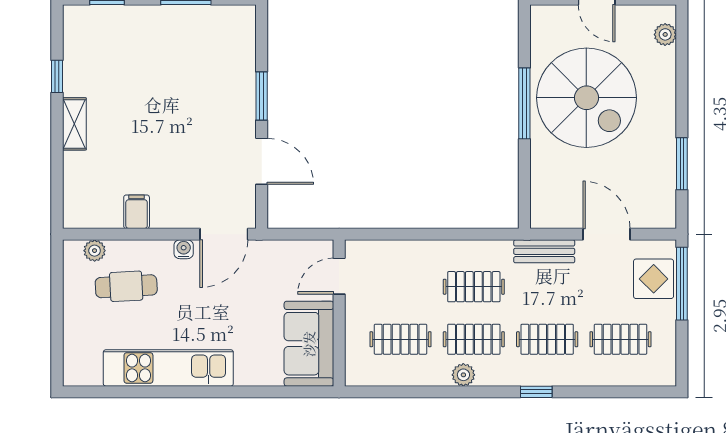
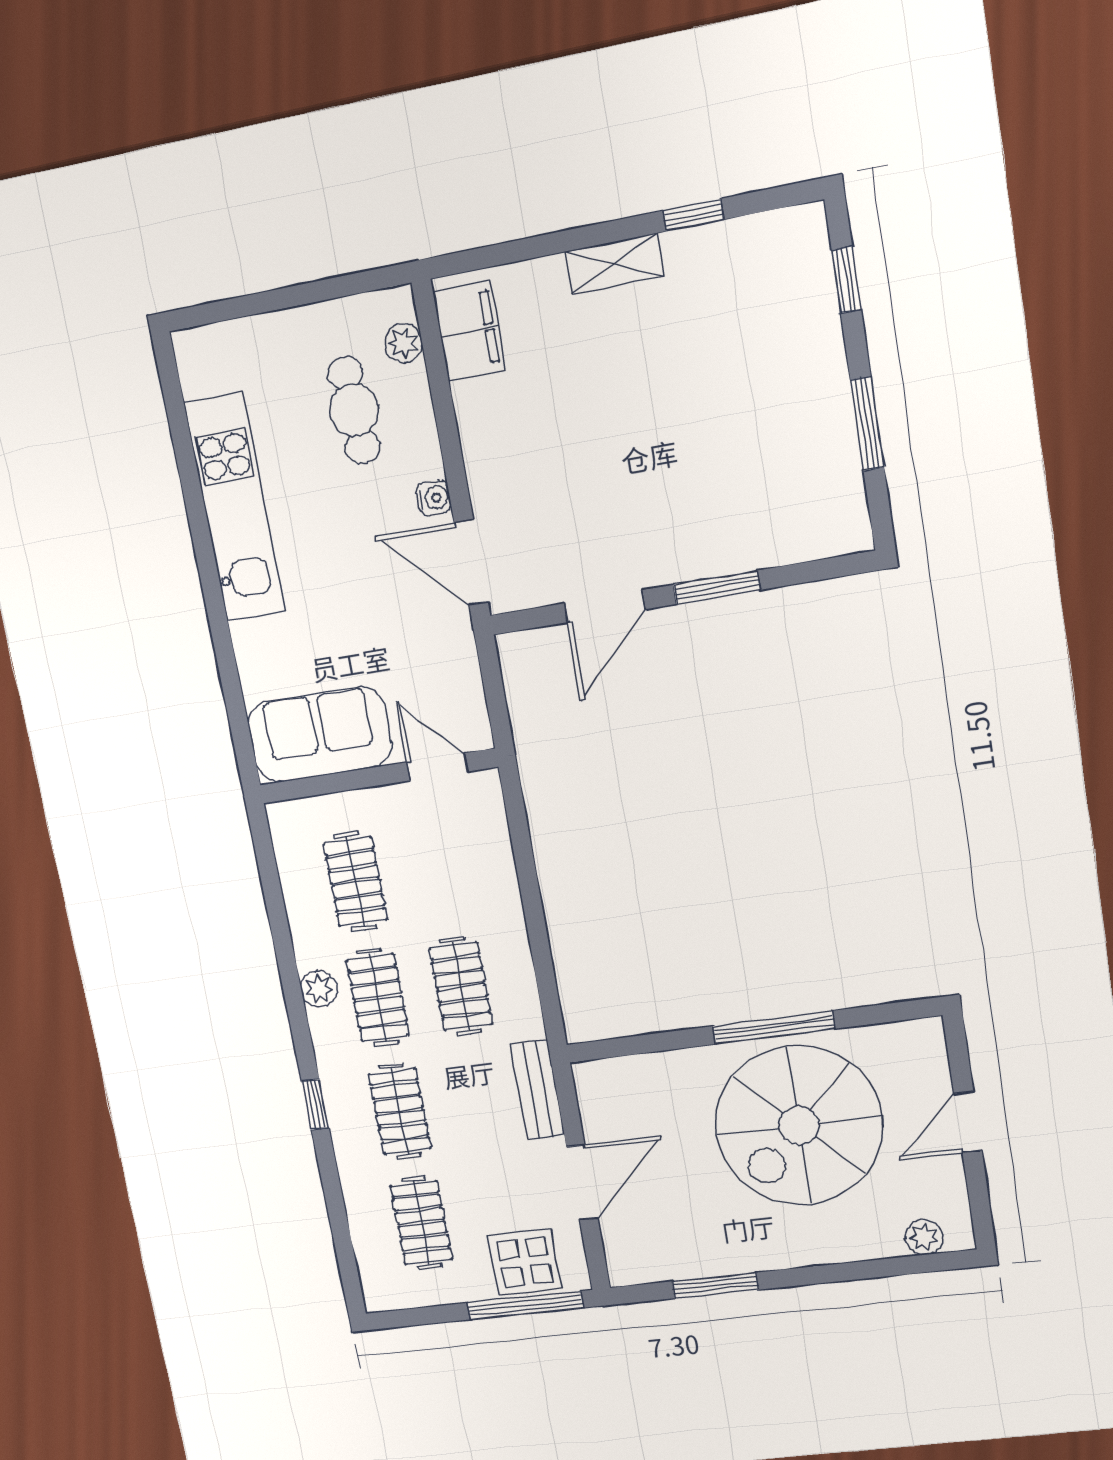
filing cabinet: (137, 212) -> (469, 331), moved, width x2.00

